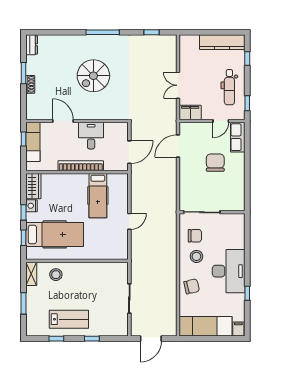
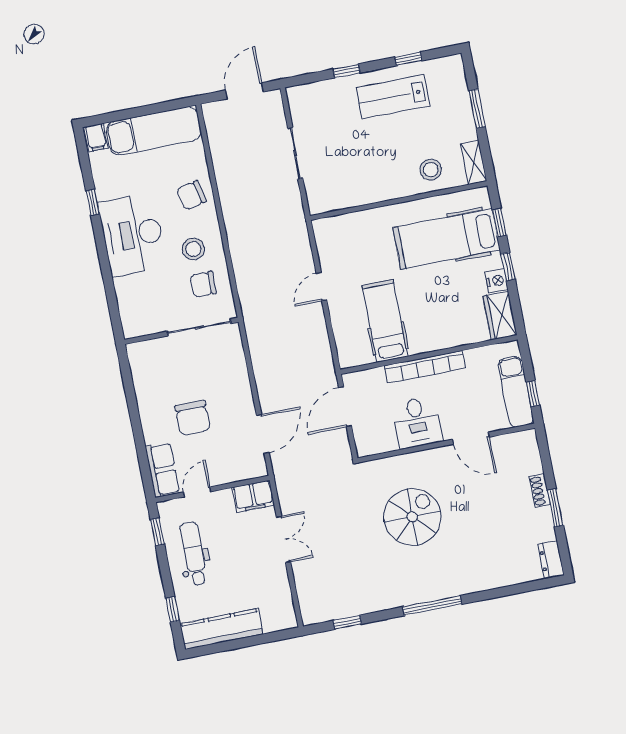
spiral stairs: (93, 76) -> (412, 517), moved

